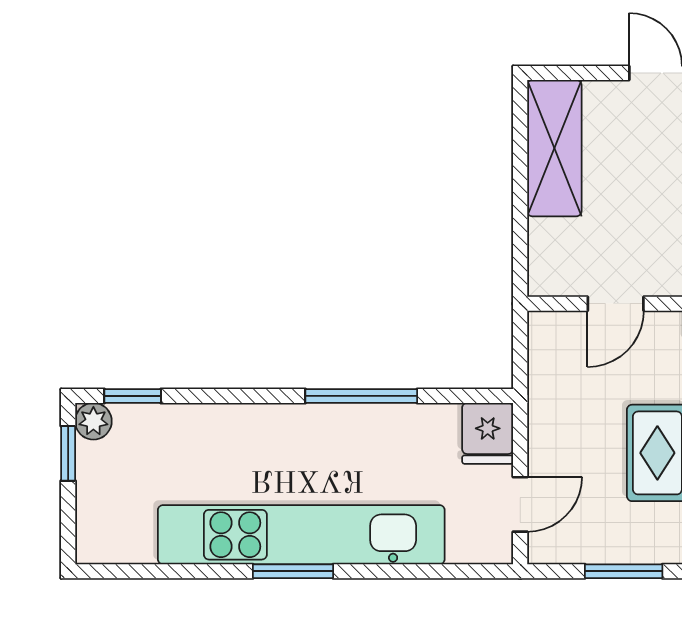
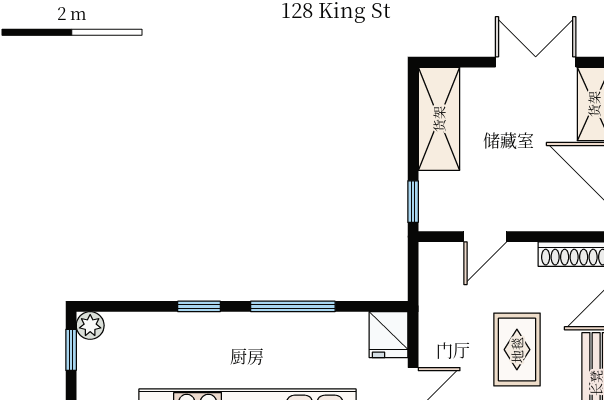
window: (520, 258) -> (413, 202), added
window: (133, 396) -> (199, 306), moved

